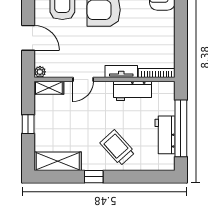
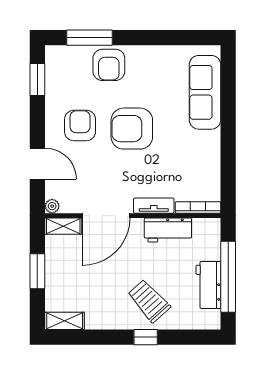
door: (83, 79) -> (106, 216), width x1.88
window: (28, 124) -> (37, 271), width x1.50
shelving: (58, 161) -> (65, 321), width x0.67, depth x0.75
window: (94, 177) -> (146, 337), moved

